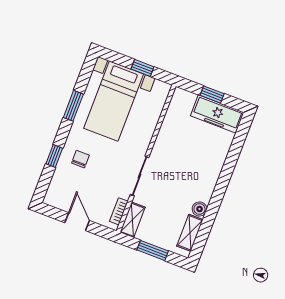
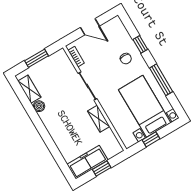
window: (73, 106) -> (161, 80), width x1.44
shelving: (132, 220) -> (99, 119), moved

